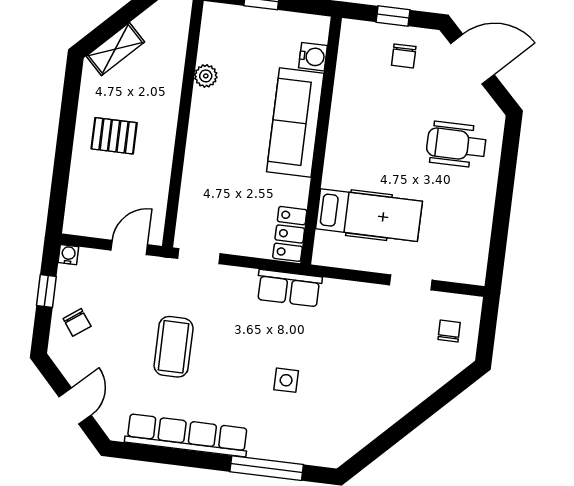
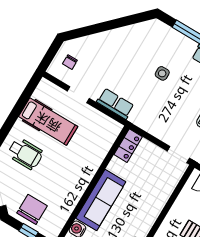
chair: (404, 56) -> (32, 209), width x1.87, depth x1.87
hospital bed: (369, 215) -> (48, 122), moved, turned 180
row of seats: (289, 288) -> (115, 104), moved

